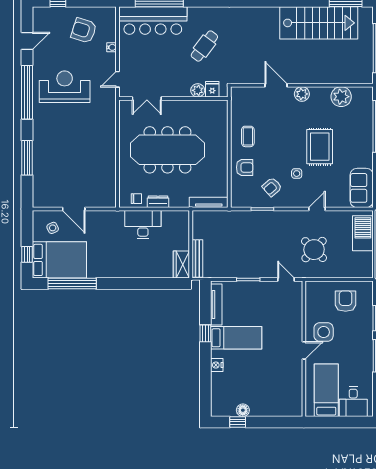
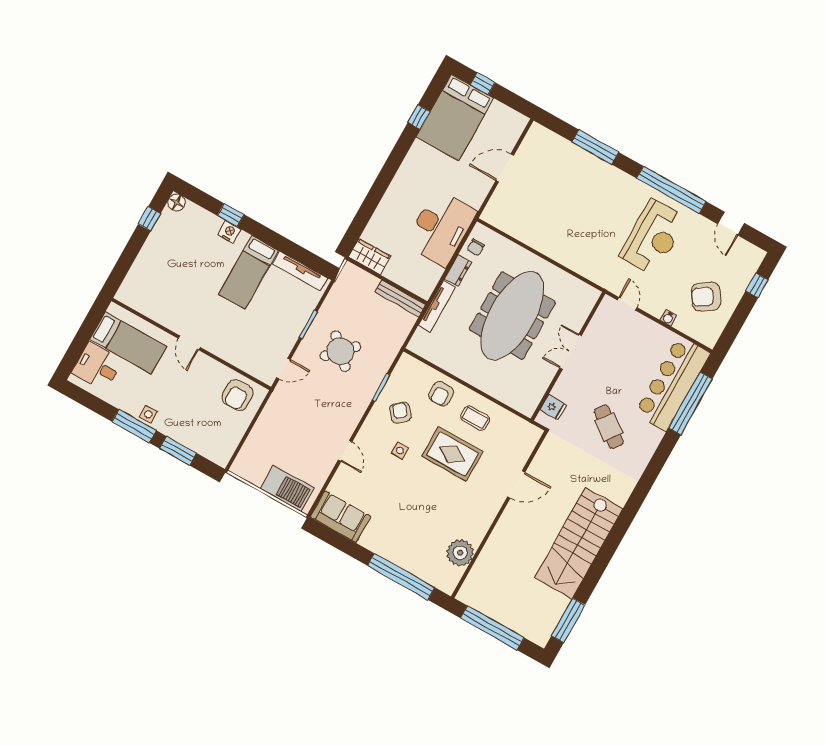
stairs: (319, 23) -> (579, 543), moved
armchair: (84, 30) -> (706, 297), turned -142
plant: (198, 90) -> (562, 390), removed
plant: (302, 94) -> (489, 509), removed
double door: (147, 99) -> (571, 352), moved
rug: (320, 147) -> (452, 454), moved
tv unit: (209, 202) -> (437, 306), moved
desk: (143, 224) -> (441, 228), width x1.36, depth x1.30
side table: (53, 228) -> (497, 131), removed
round table: (314, 250) -> (340, 351), moved
bench: (197, 258) -> (400, 298), moved
window: (72, 284) -> (419, 117), width x0.32
armchair: (346, 301) -> (238, 395), moved, turned 90
side table: (324, 332) -> (148, 414), moved, width x0.54, depth x0.54
window: (205, 333) -> (231, 215), moved
floor lamp: (243, 410) -> (177, 203), moved

